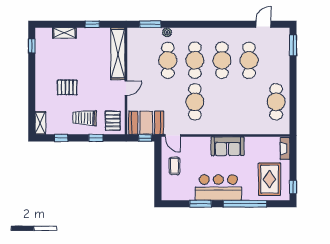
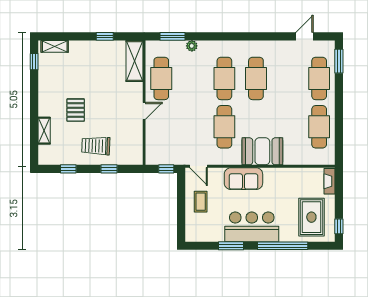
shelving: (64, 33) -> (55, 46), moved
shelving: (118, 54) -> (135, 61), width x0.68
cafe table: (168, 60) -> (161, 78), moved
cafe table: (249, 60) -> (319, 78), moved
pallet: (67, 87) -> (76, 110), turned 90
pallet: (113, 121) -> (129, 149), removed
shelving: (40, 123) -> (44, 131), moved
booth: (146, 123) -> (262, 151), moved
sofa: (228, 146) -> (243, 179), moved

